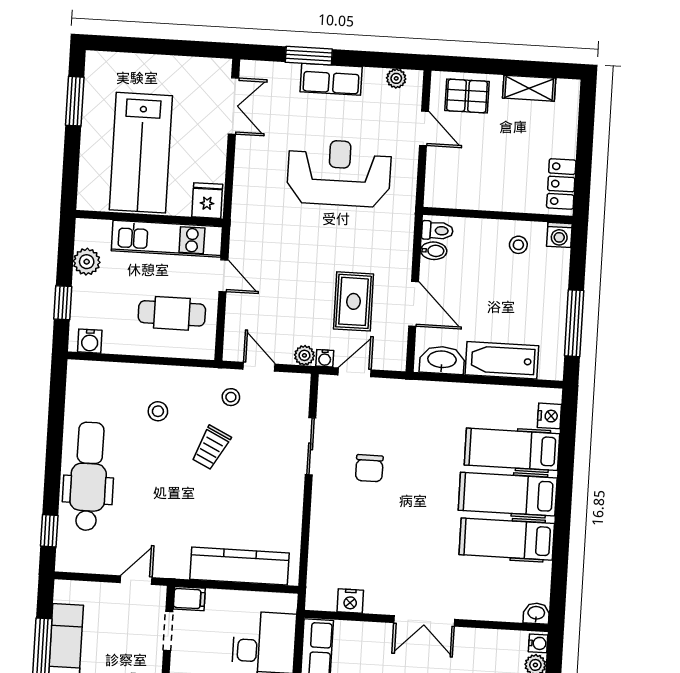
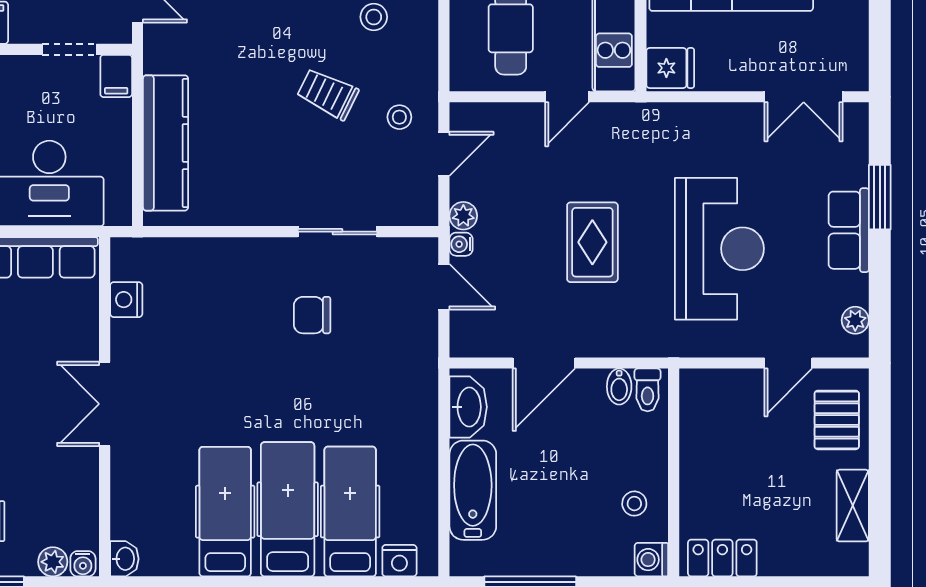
rug: (354, 301) -> (592, 242), moved, turned 90

